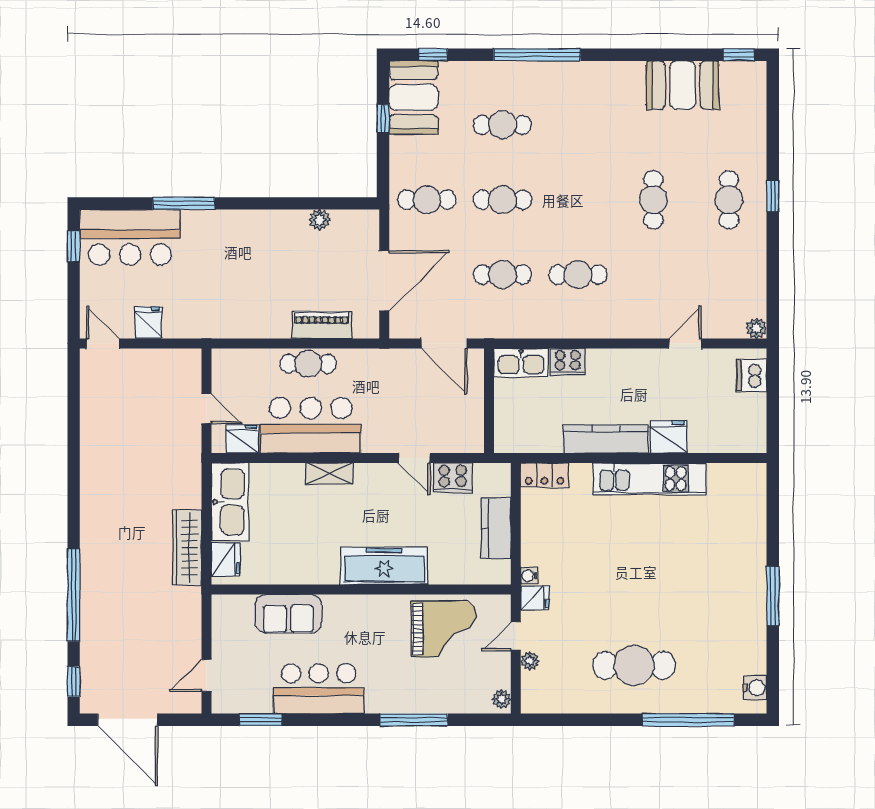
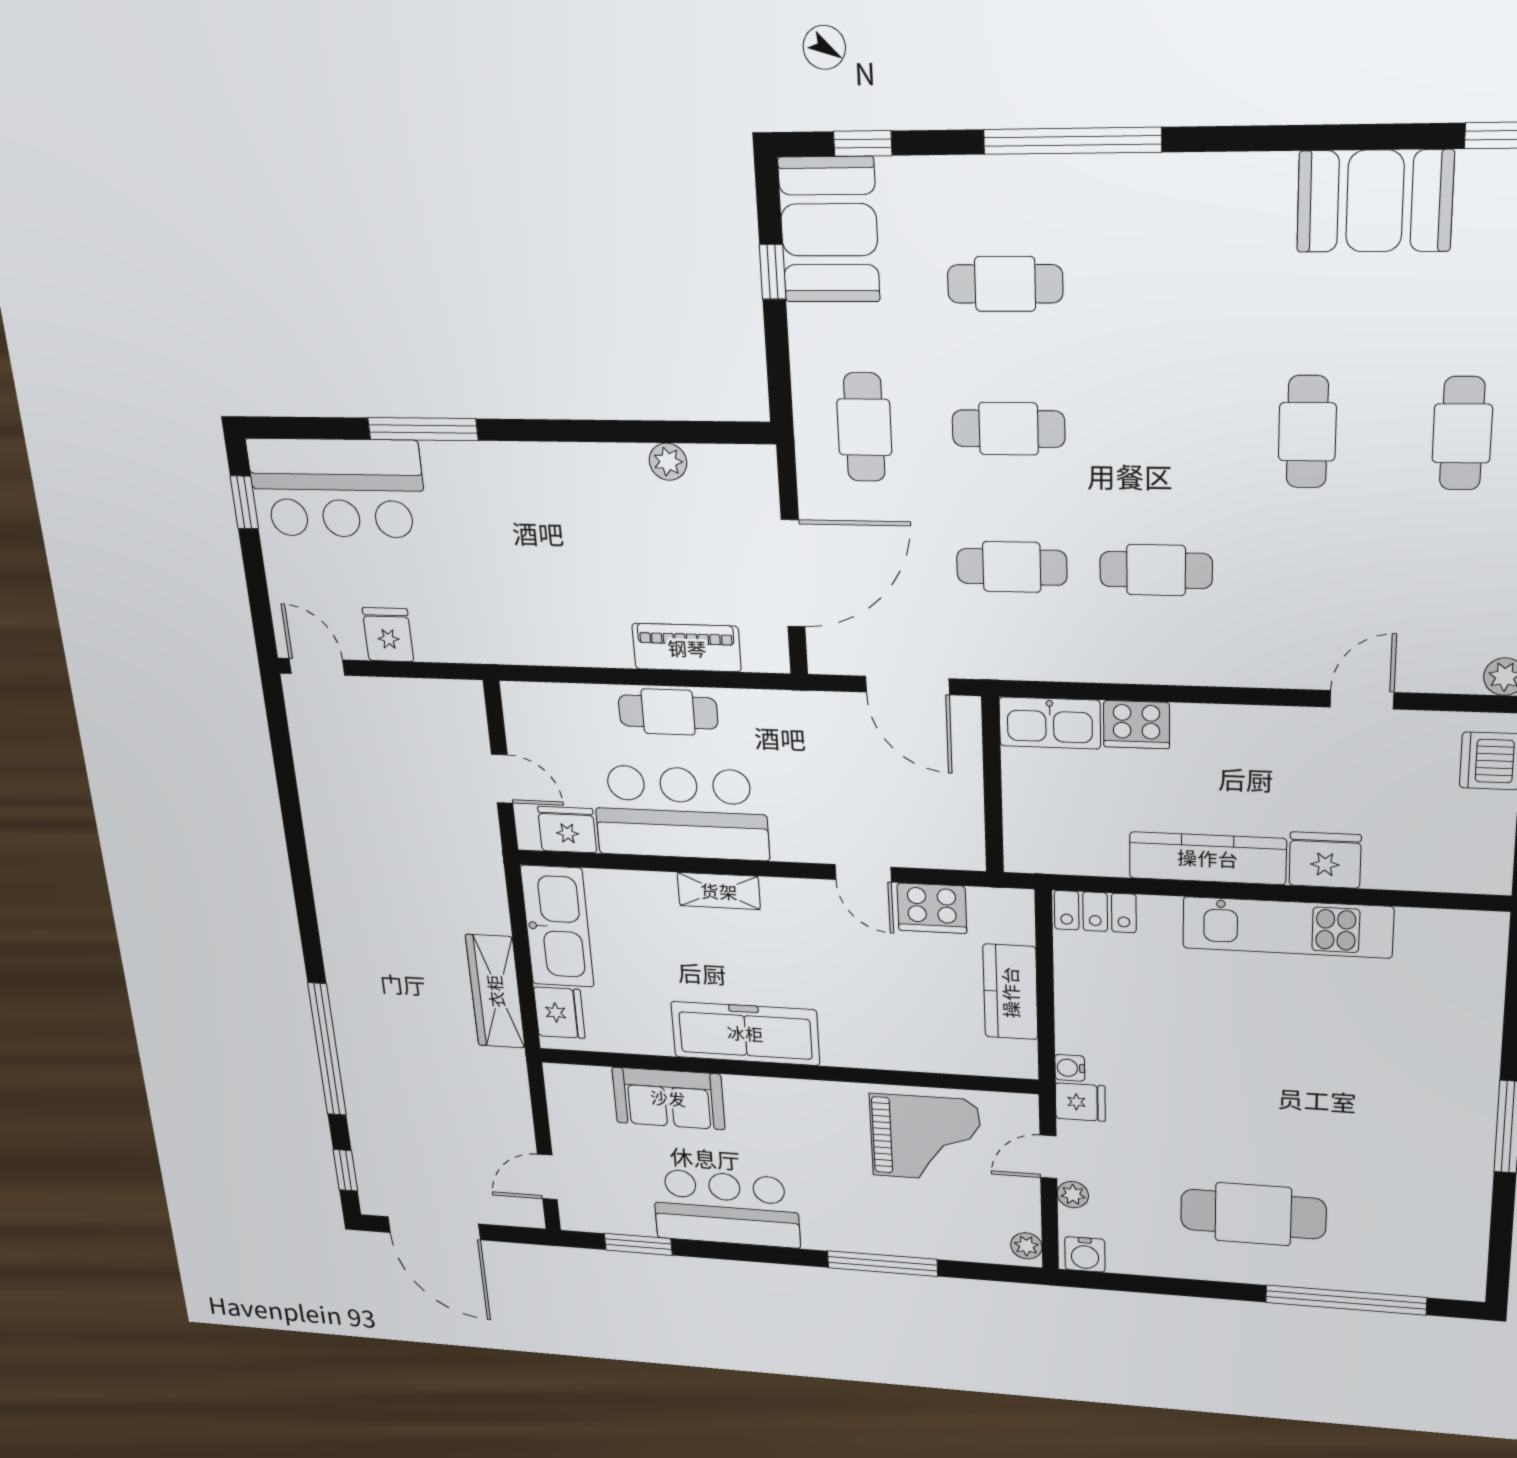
cafe table: (427, 200) -> (864, 427), turned 90
freezer: (384, 566) -> (745, 1033), moved
water cooler: (755, 688) -> (1085, 1254), moved, turned 90

